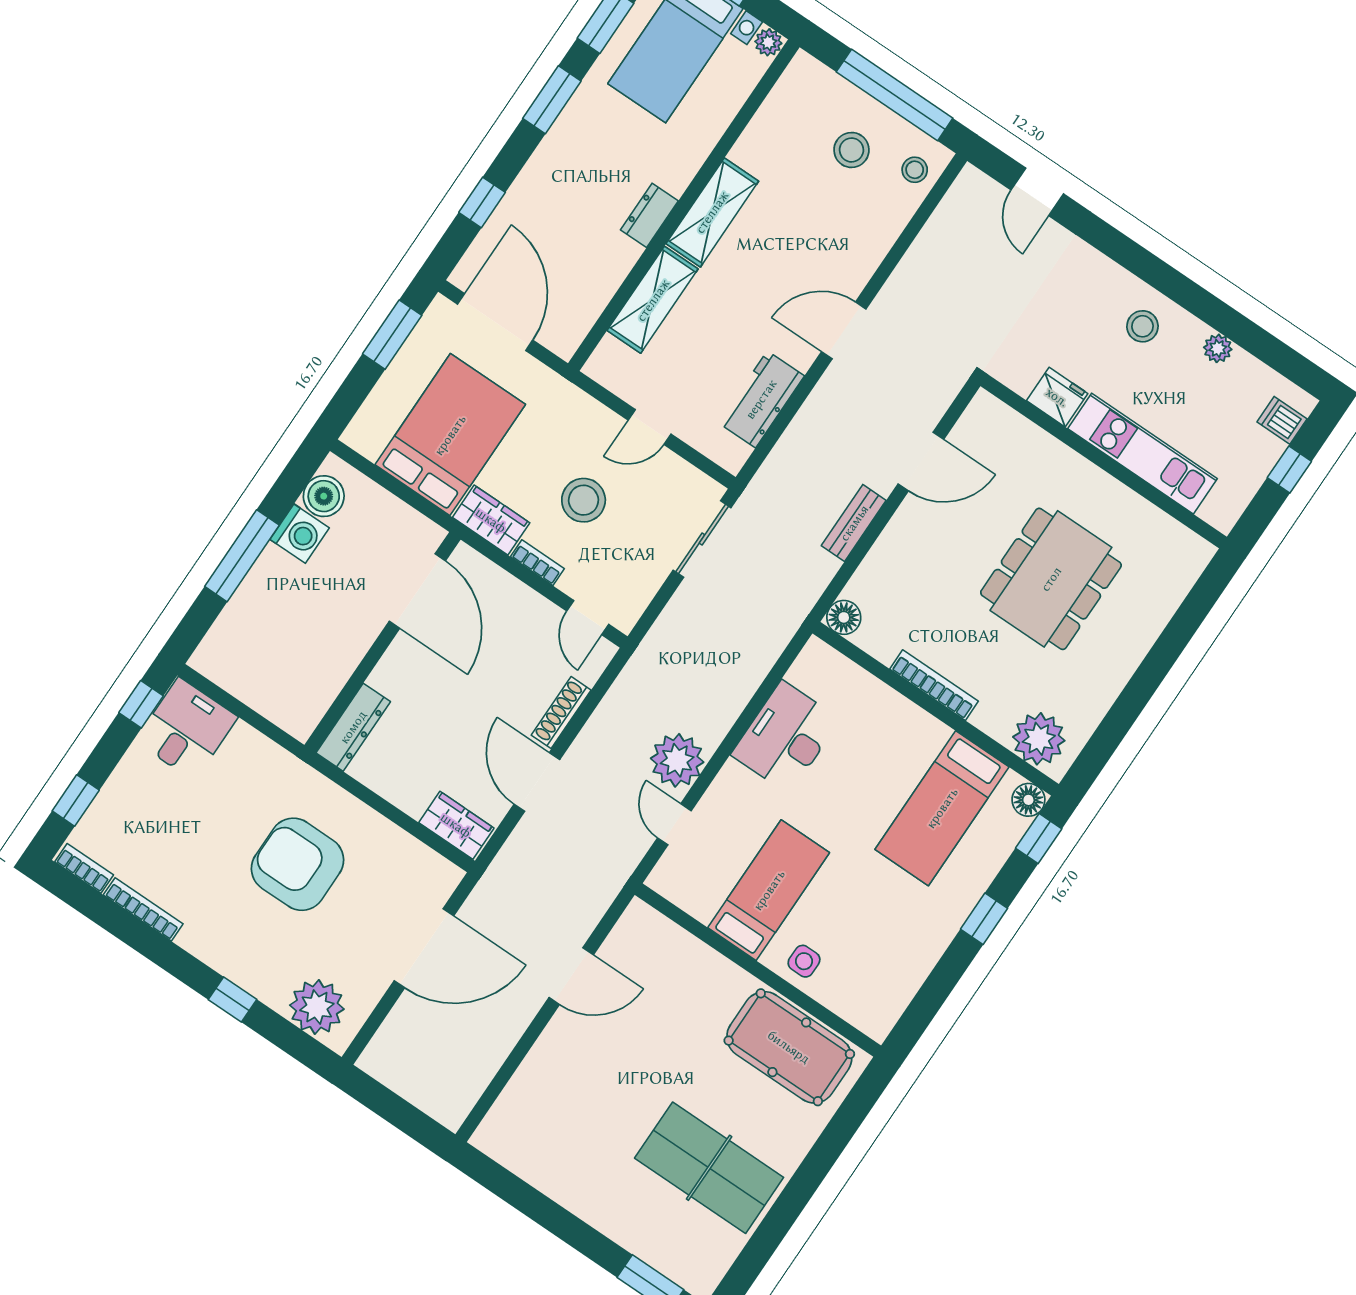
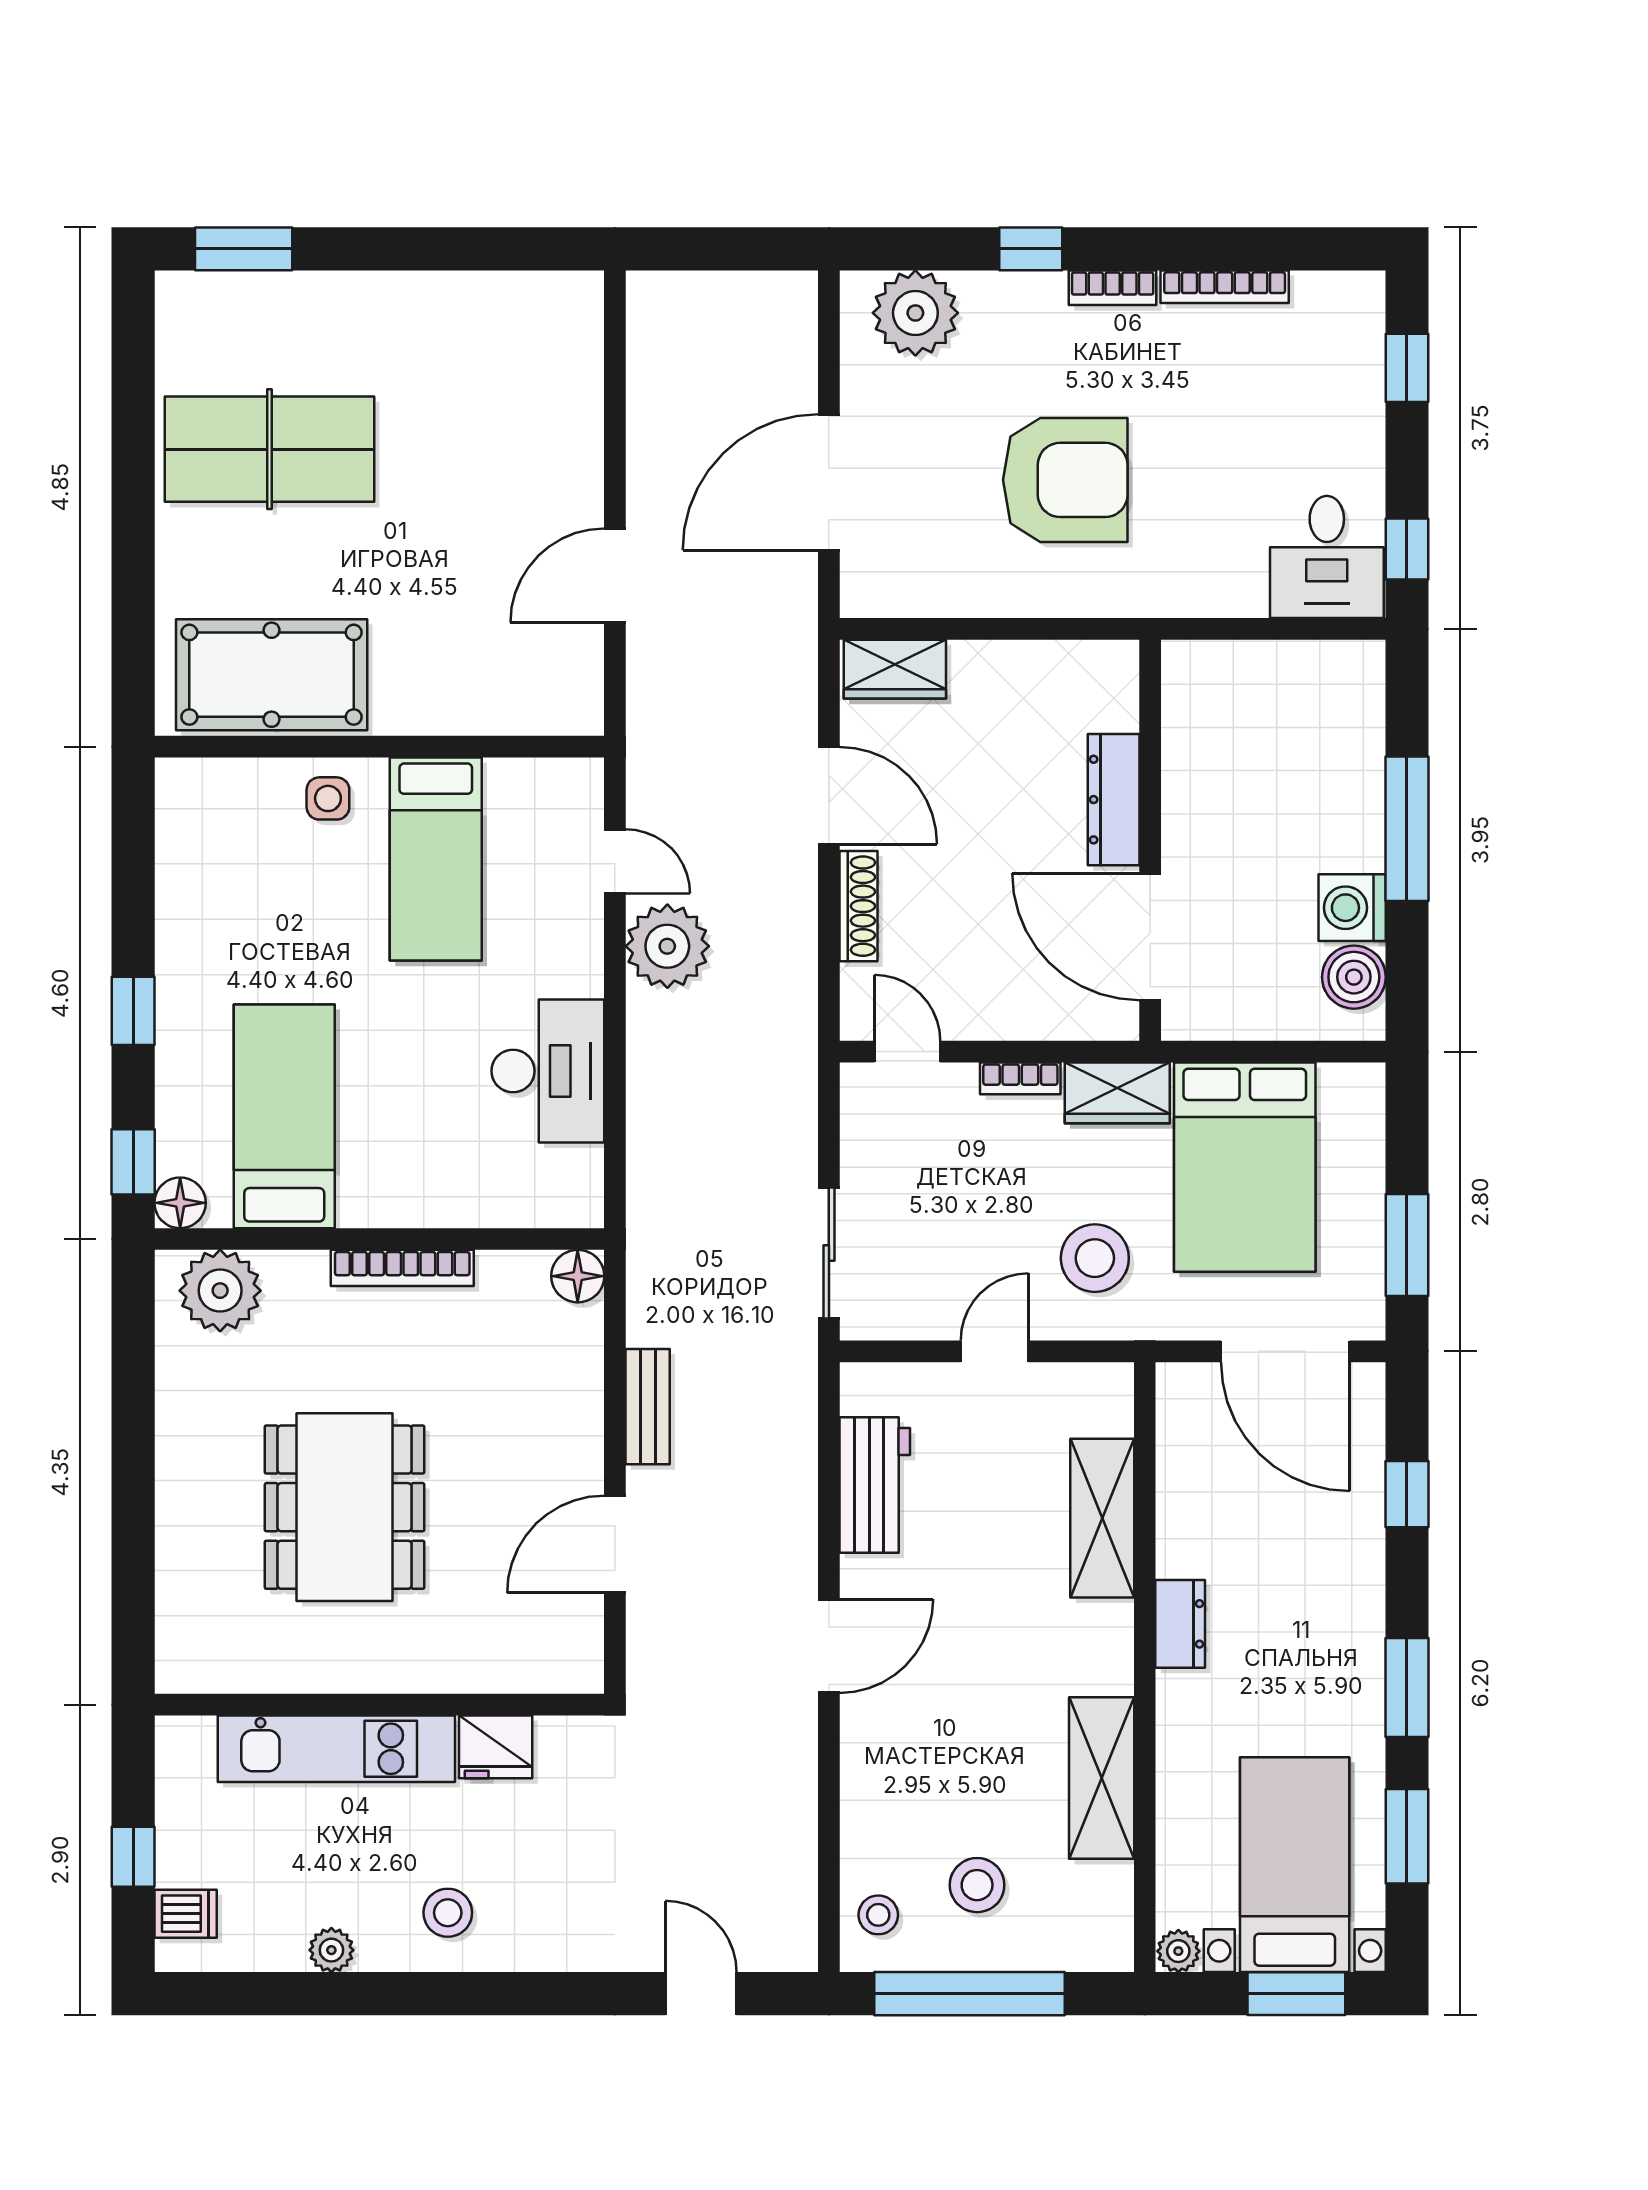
shelving: (712, 212) -> (1102, 1778), moved
stool: (584, 500) -> (1095, 1258), moved
dresser: (353, 727) -> (1114, 800), moved
bookcase: (84, 868) -> (1113, 288), moved

